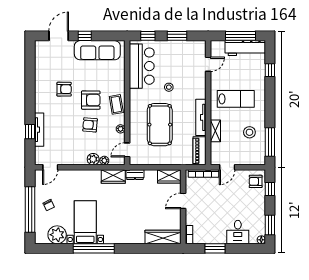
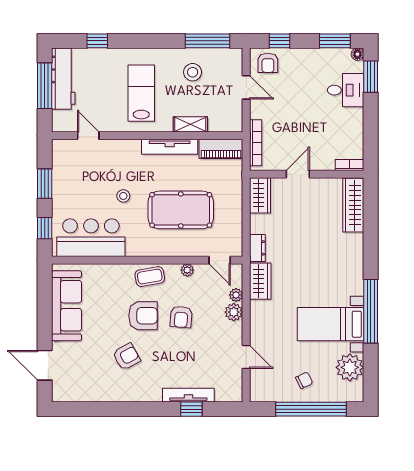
window: (85, 36) -> (45, 325), removed
armchair: (64, 89) -> (126, 357), turned 61
armchair: (91, 100) -> (143, 316), turned 90
door: (50, 167) -> (246, 357), moved
door: (227, 167) -> (246, 87), moved
door: (183, 201) -> (298, 174), swing flipped
window: (215, 248) -> (371, 77), moved

